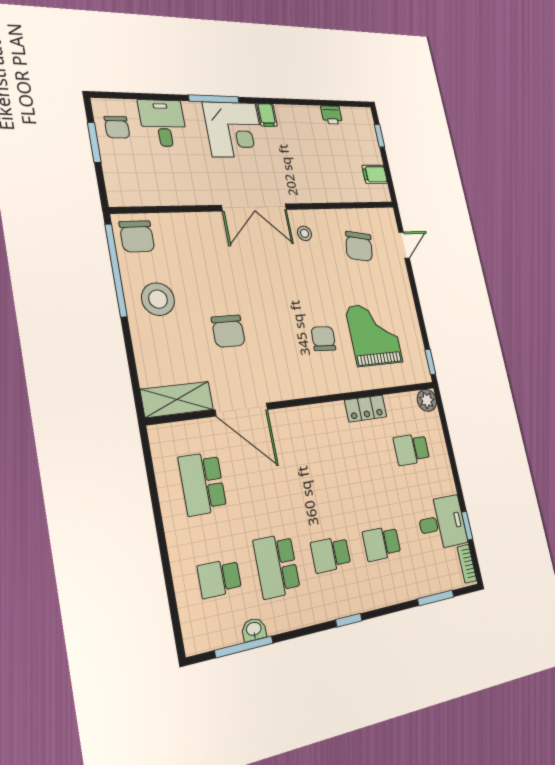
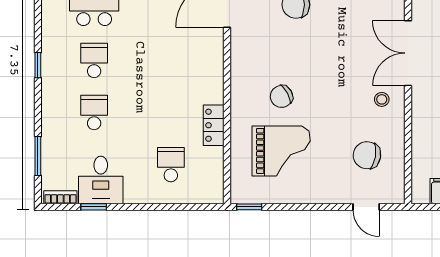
chair: (323, 339) -> (281, 96), turned 148
plant: (427, 400) -> (213, 193), removed

